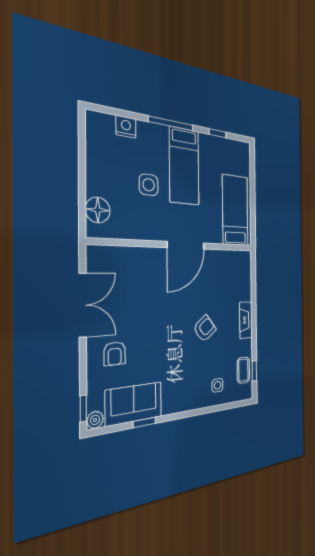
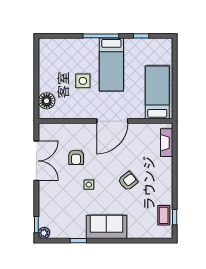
nightstand: (126, 127) -> (66, 44), removed
fireplace: (246, 320) -> (167, 143), moved
armchair: (115, 354) -> (76, 157), moved
side table: (218, 385) -> (89, 185), moved
sofa: (134, 404) -> (106, 227), moved

